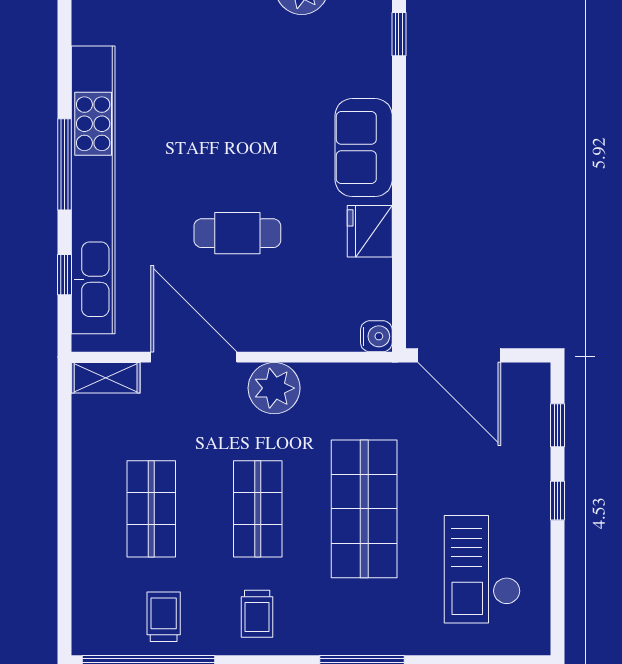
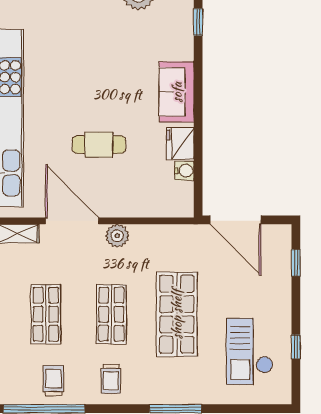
water cooler: (376, 336) -> (184, 171), moved
plant: (274, 388) -> (117, 236), width x0.73, depth x0.73
window: (558, 501) -> (296, 347), moved

